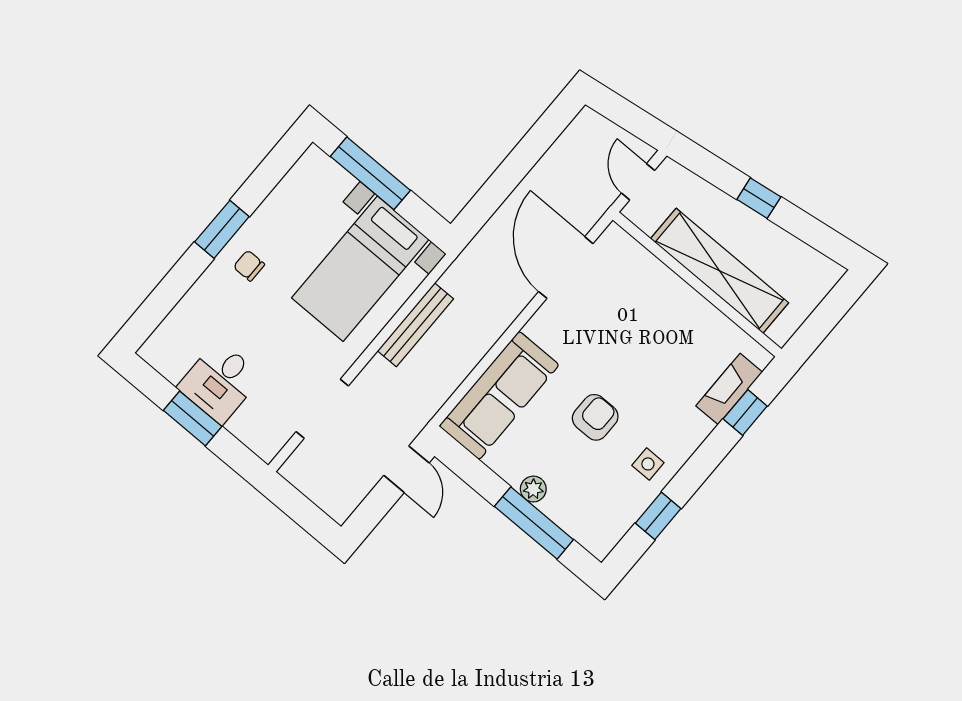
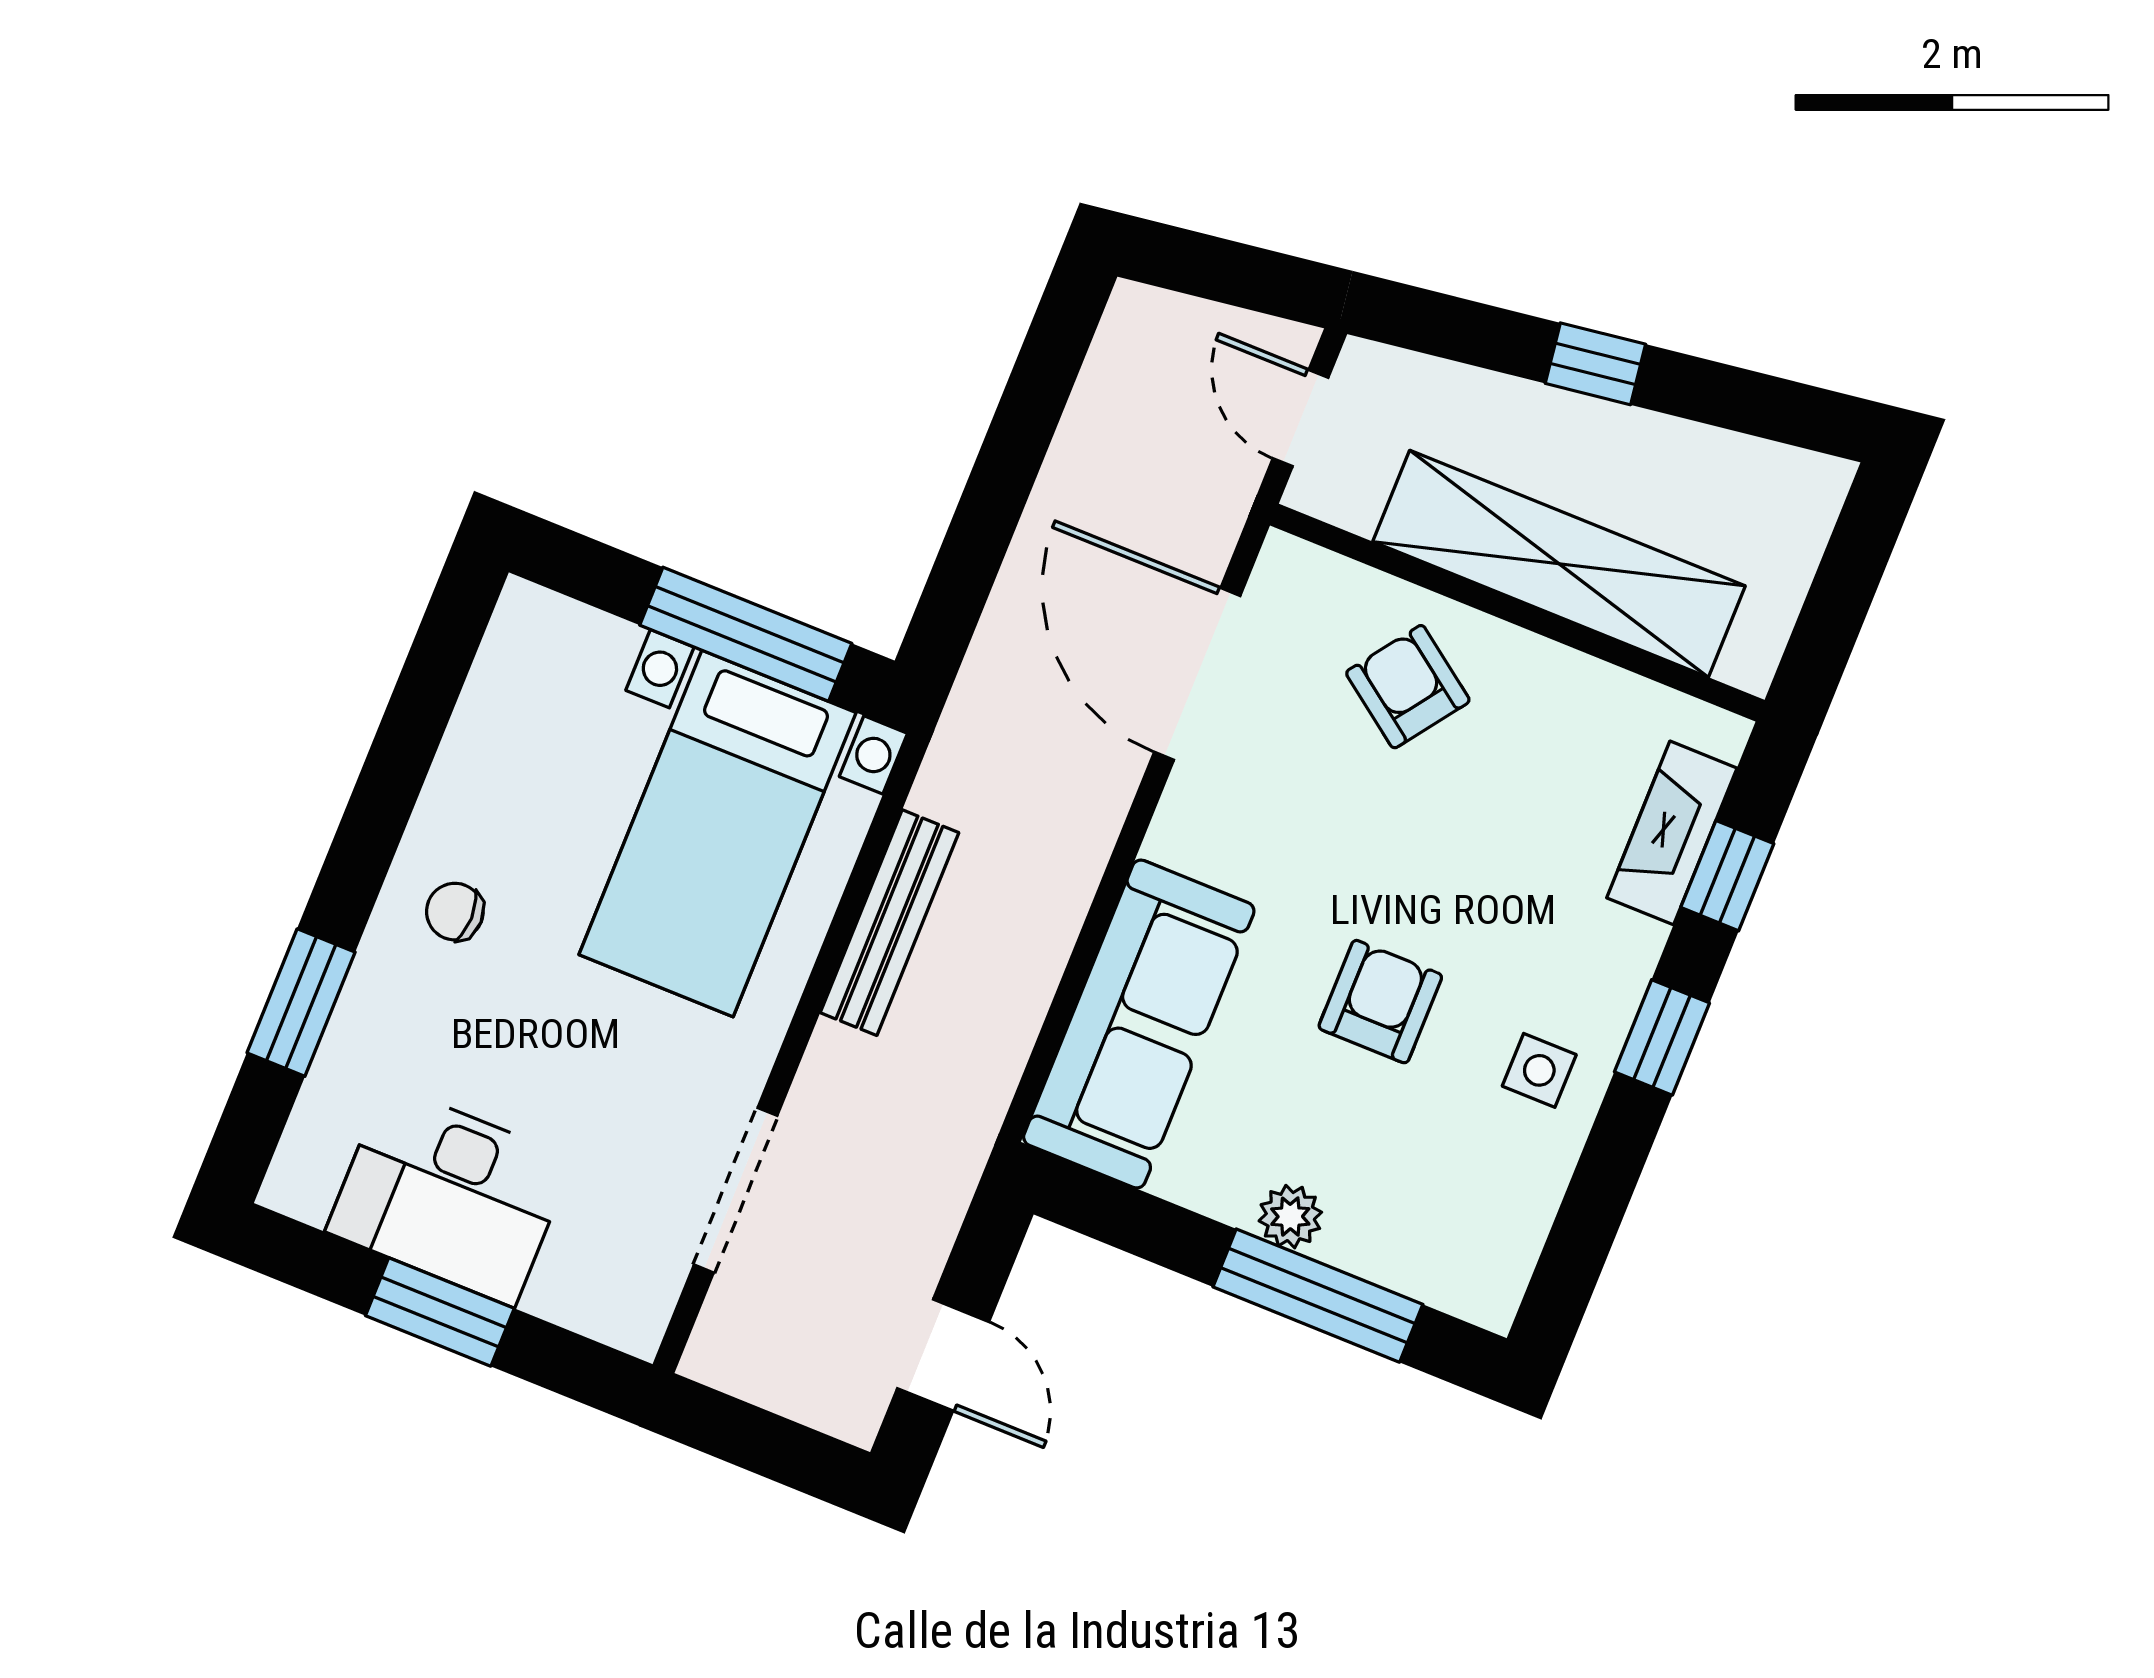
window: (370, 173) -> (746, 634), moved
window: (222, 229) -> (301, 1003), moved
armchair: (646, 299) -> (1408, 687), added
desk: (220, 382) -> (450, 1195), width x1.37
door: (406, 469) -> (943, 1355), moved
window: (658, 516) -> (1662, 1037), moved

